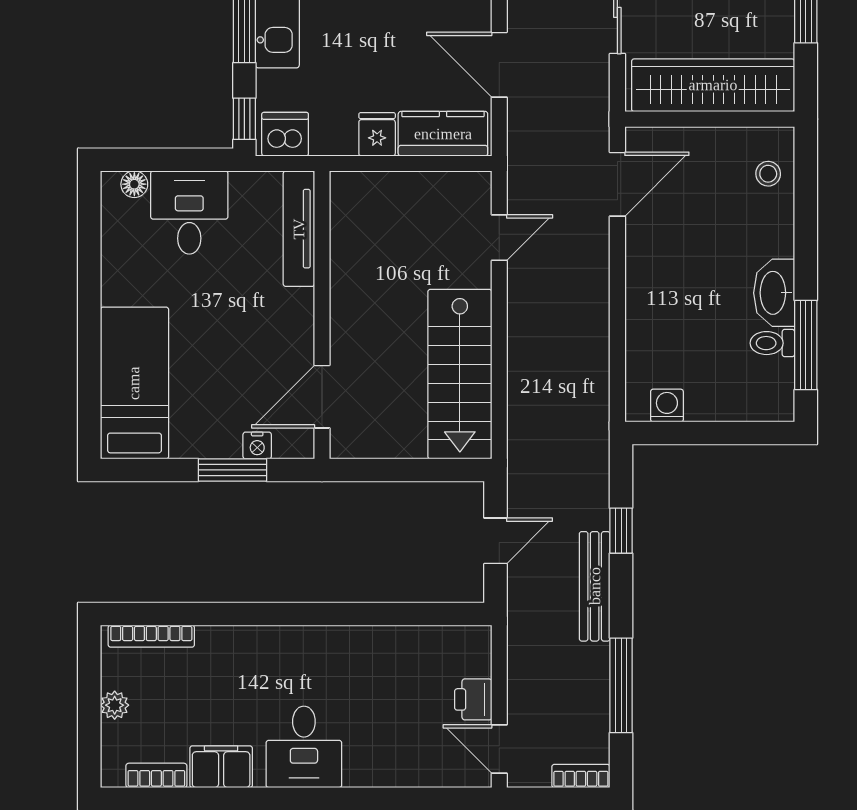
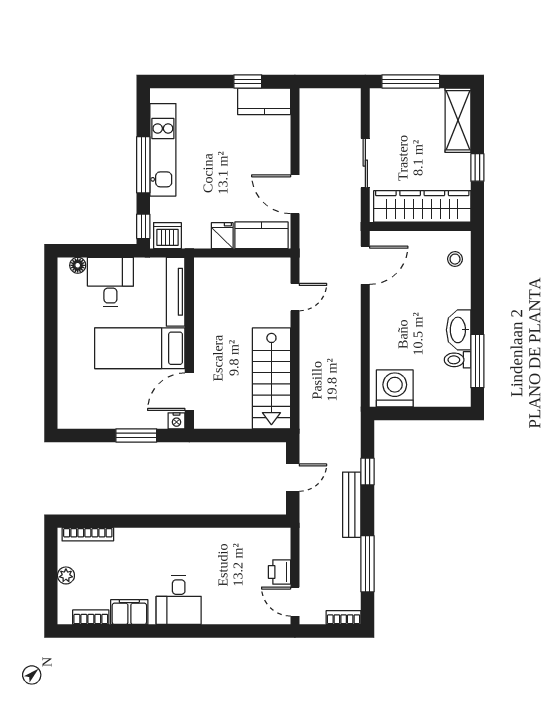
bed: (134, 383) -> (140, 348), moved, turned -90
washing machine: (667, 406) -> (395, 388), width x1.89, depth x1.89
nightstand: (257, 445) -> (177, 421), moved

